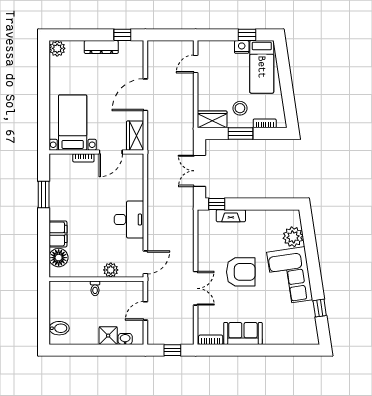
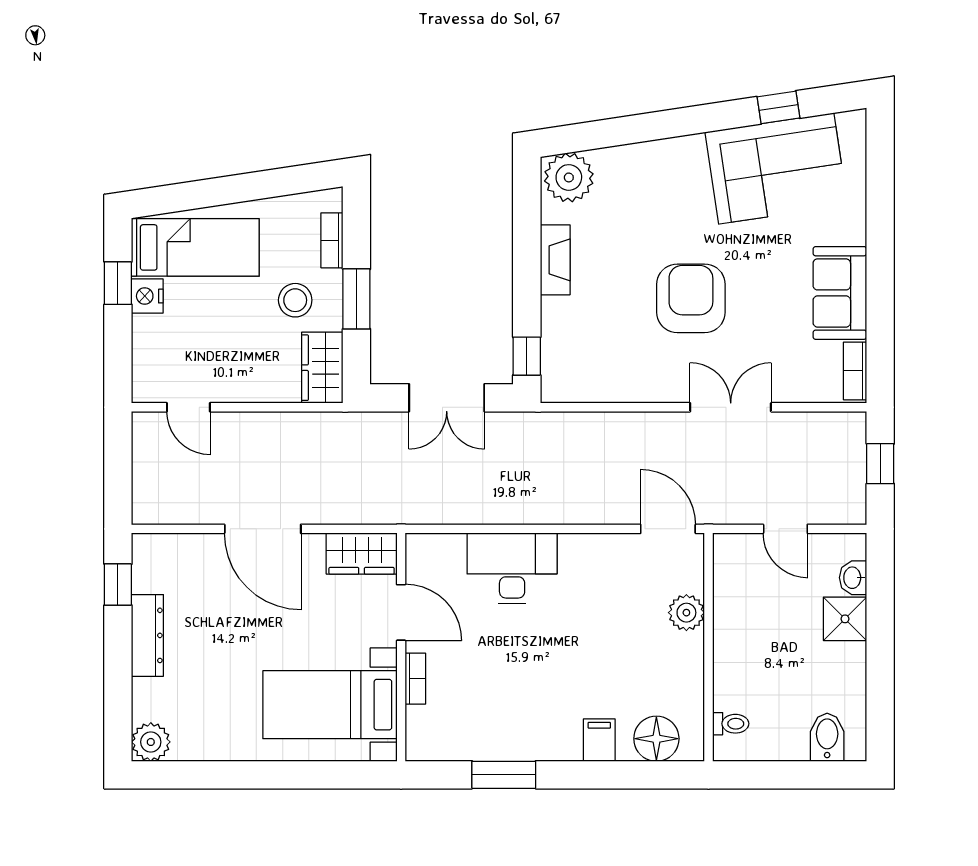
fireplace: (231, 216) -> (555, 260), moved
desk: (129, 220) -> (512, 568), moved
filing cabinet: (58, 234) -> (599, 740), width x0.50
plant: (293, 237) -> (569, 177), moved
corner sofa: (290, 276) -> (776, 168), moved
toilet: (95, 288) -> (731, 724), moved

